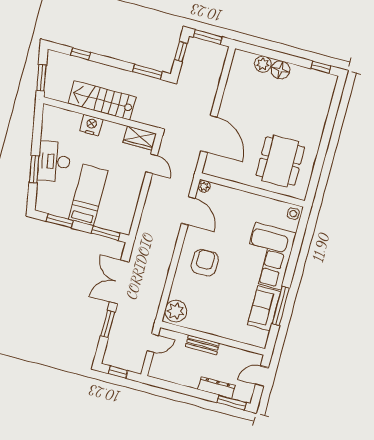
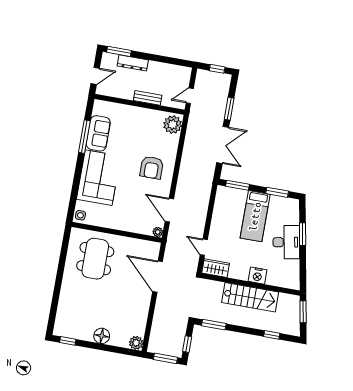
plant: (263, 64) -> (136, 343), moved

